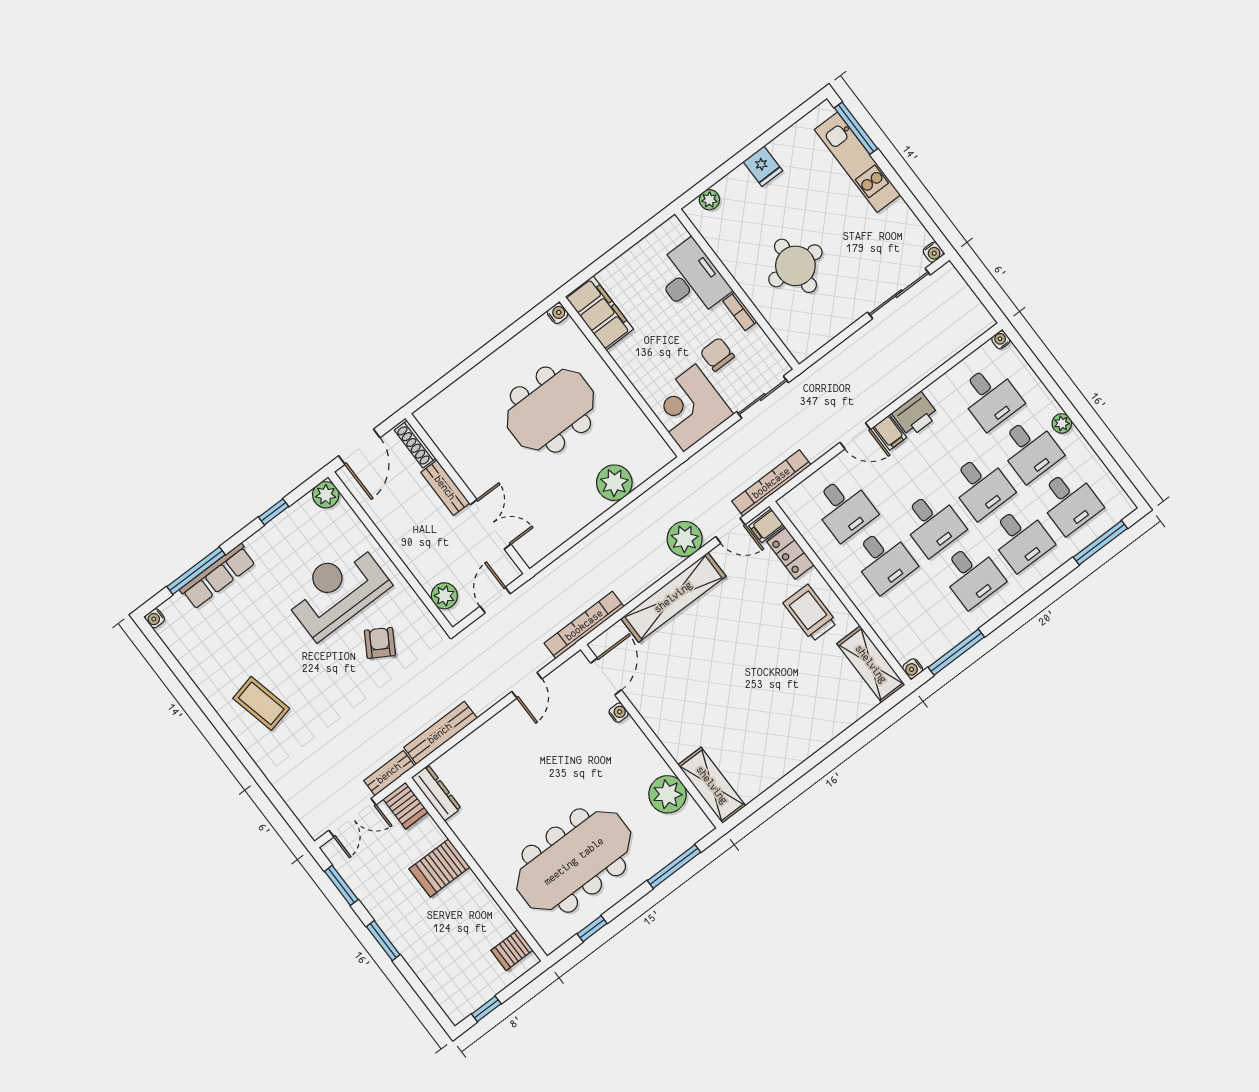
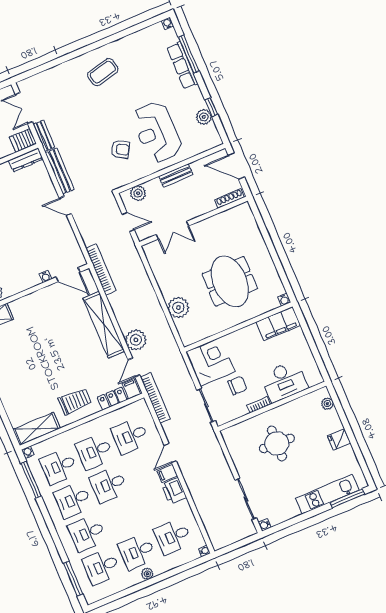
desk: (981, 486) -> (59, 466), moved
bench: (445, 488) -> (176, 175), moved
plant: (326, 495) -> (204, 117), moved
reception desk: (337, 590) -> (157, 132), turned 180
door: (527, 685) -> (65, 206), moved

